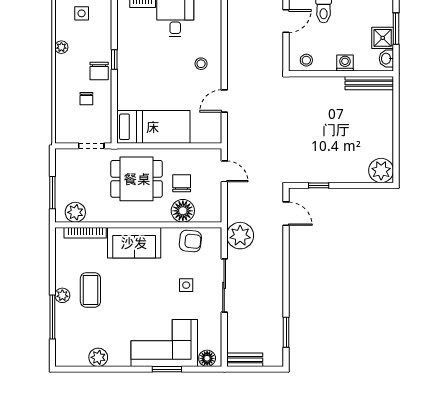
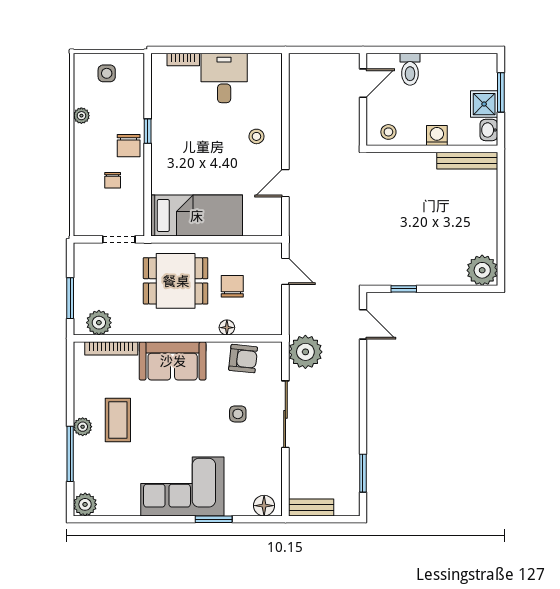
floor lamp: (183, 211) -> (227, 328), width x0.53, depth x0.53
corner sofa: (164, 343) -> (182, 486), moved
plant: (98, 357) -> (85, 504), moved

